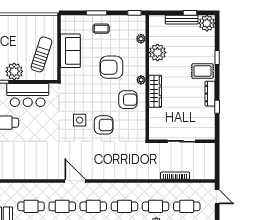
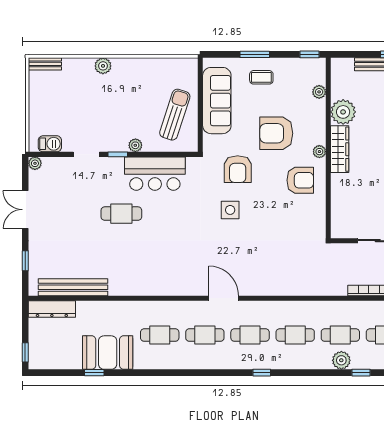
sofa: (70, 51) -> (217, 101), width x1.36
plant: (14, 71) -> (135, 145), width x0.53, depth x0.53
wardrobe: (155, 91) -> (340, 149), moved
armchair: (104, 125) -> (238, 169), moved, turned 90

